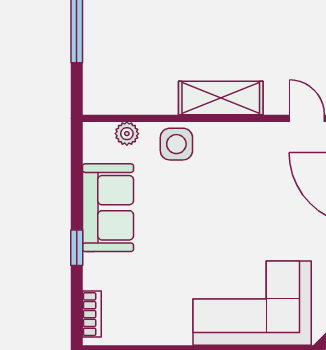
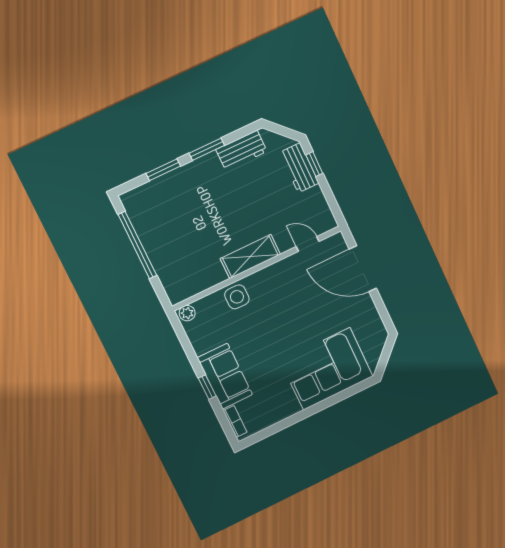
plant: (127, 134) -> (187, 313), moved
sofa: (108, 208) -> (225, 376), moved

